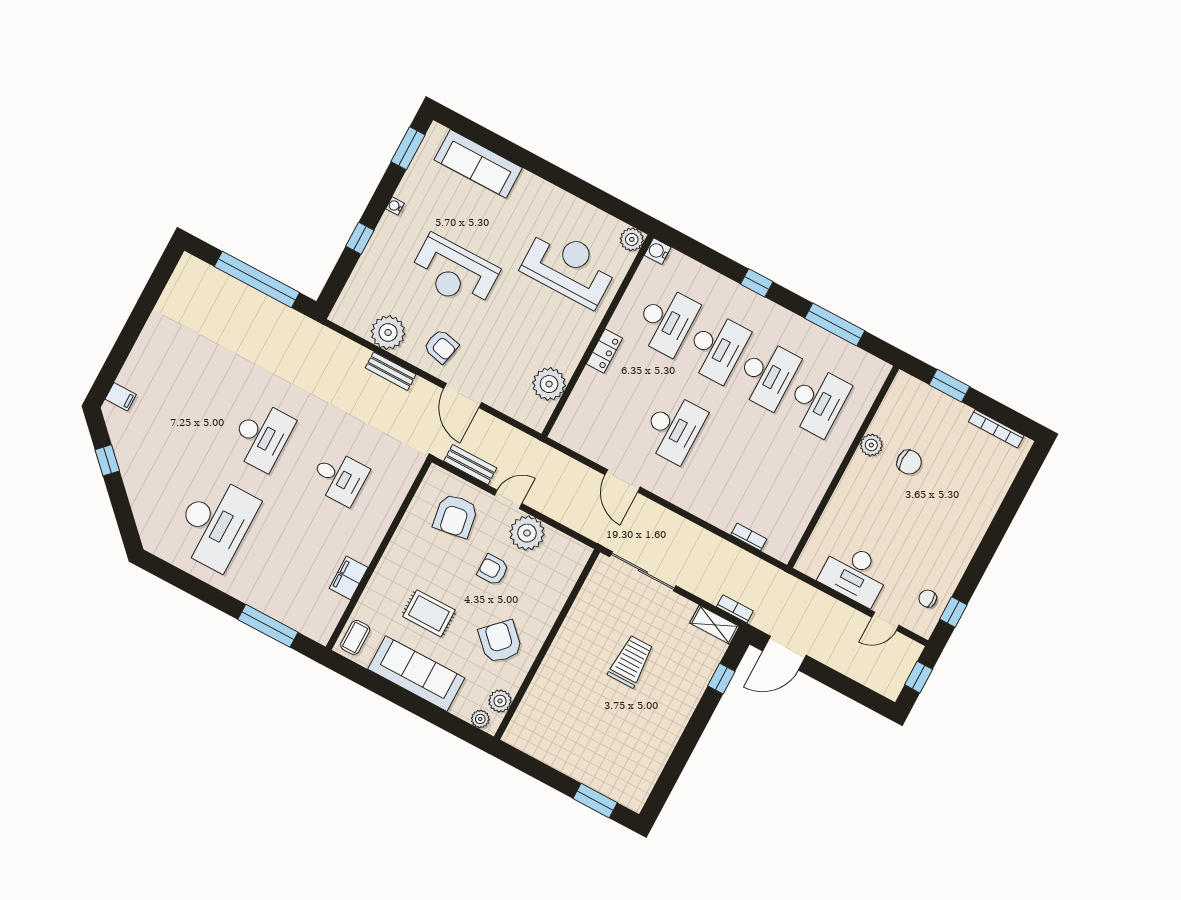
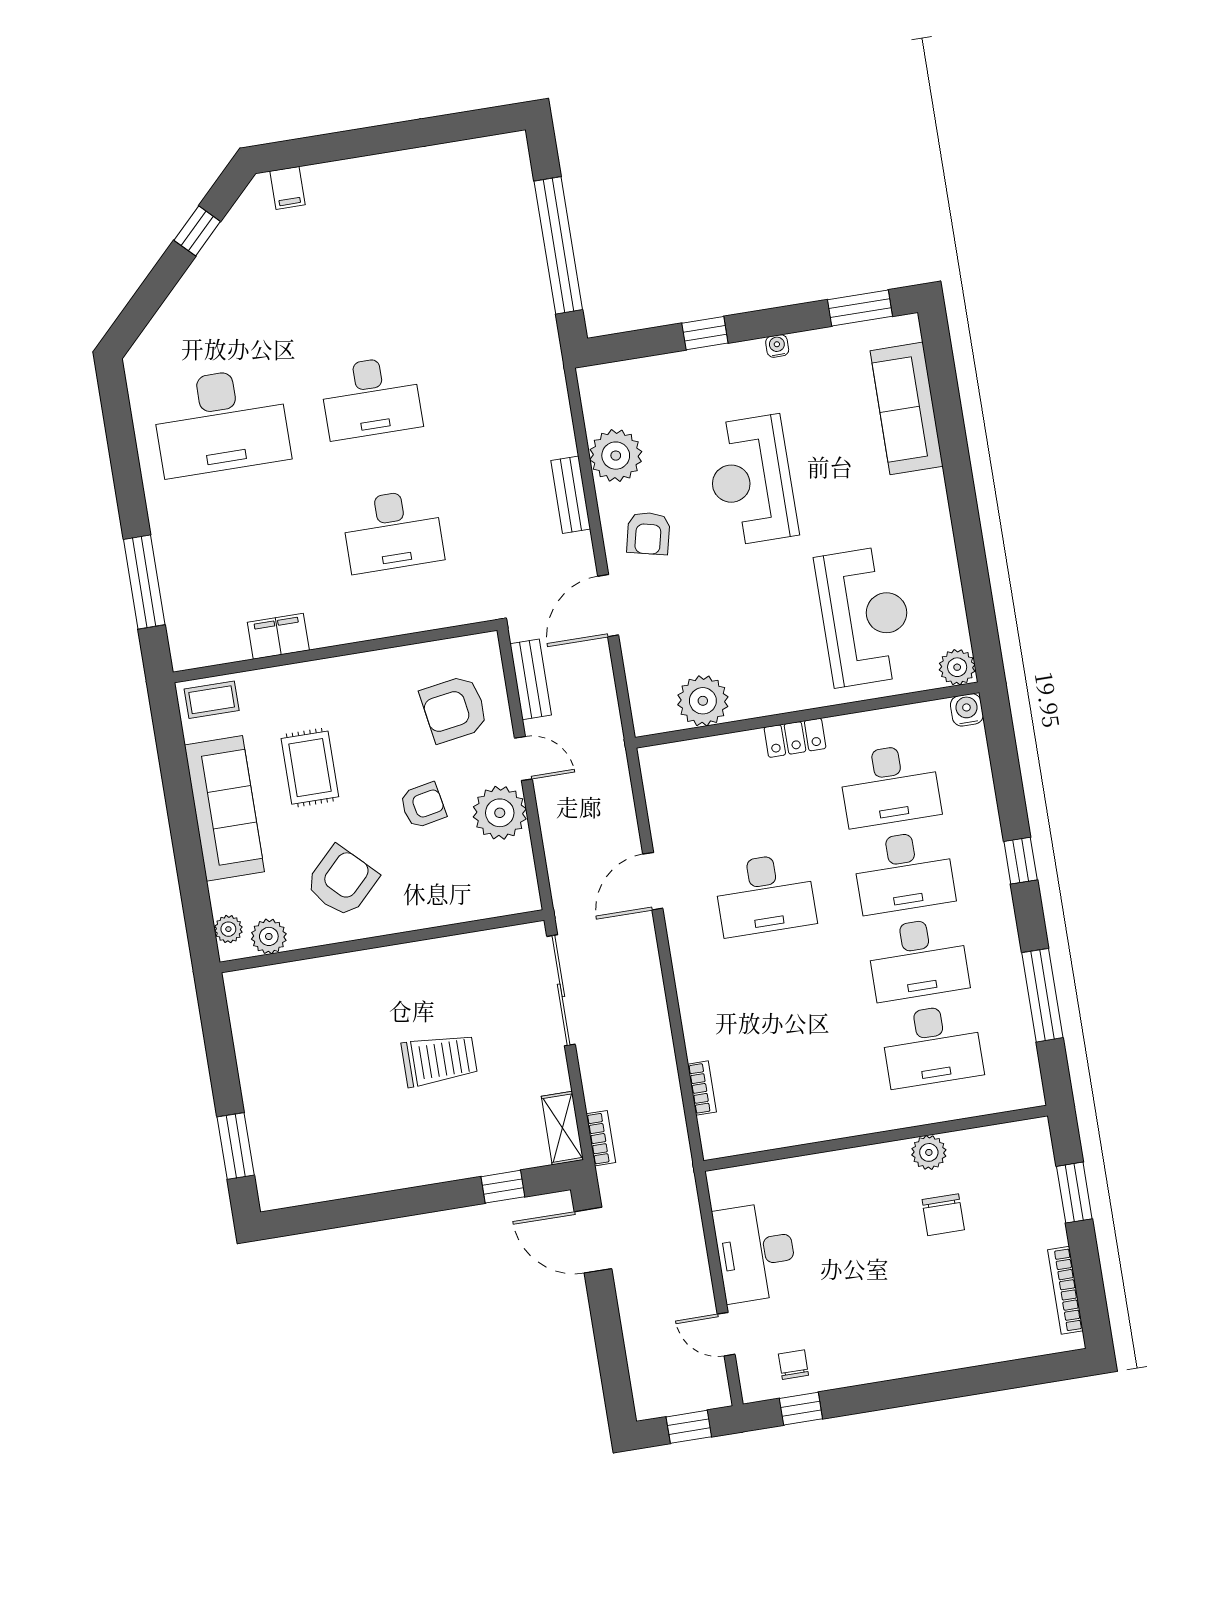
desk: (339, 477) -> (393, 531), width x1.37
armchair: (493, 570) -> (423, 805), turned 79

